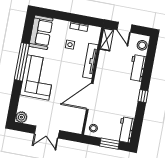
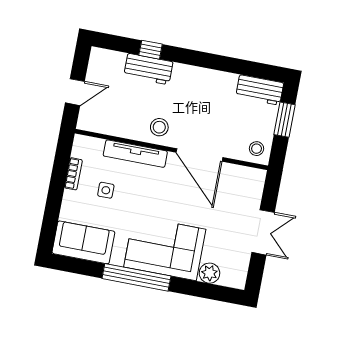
shelving: (107, 39) -> (97, 124), removed
stool: (142, 45) -> (159, 127), moved
window: (143, 96) -> (151, 50), moved
plant: (21, 117) -> (209, 273), moved

